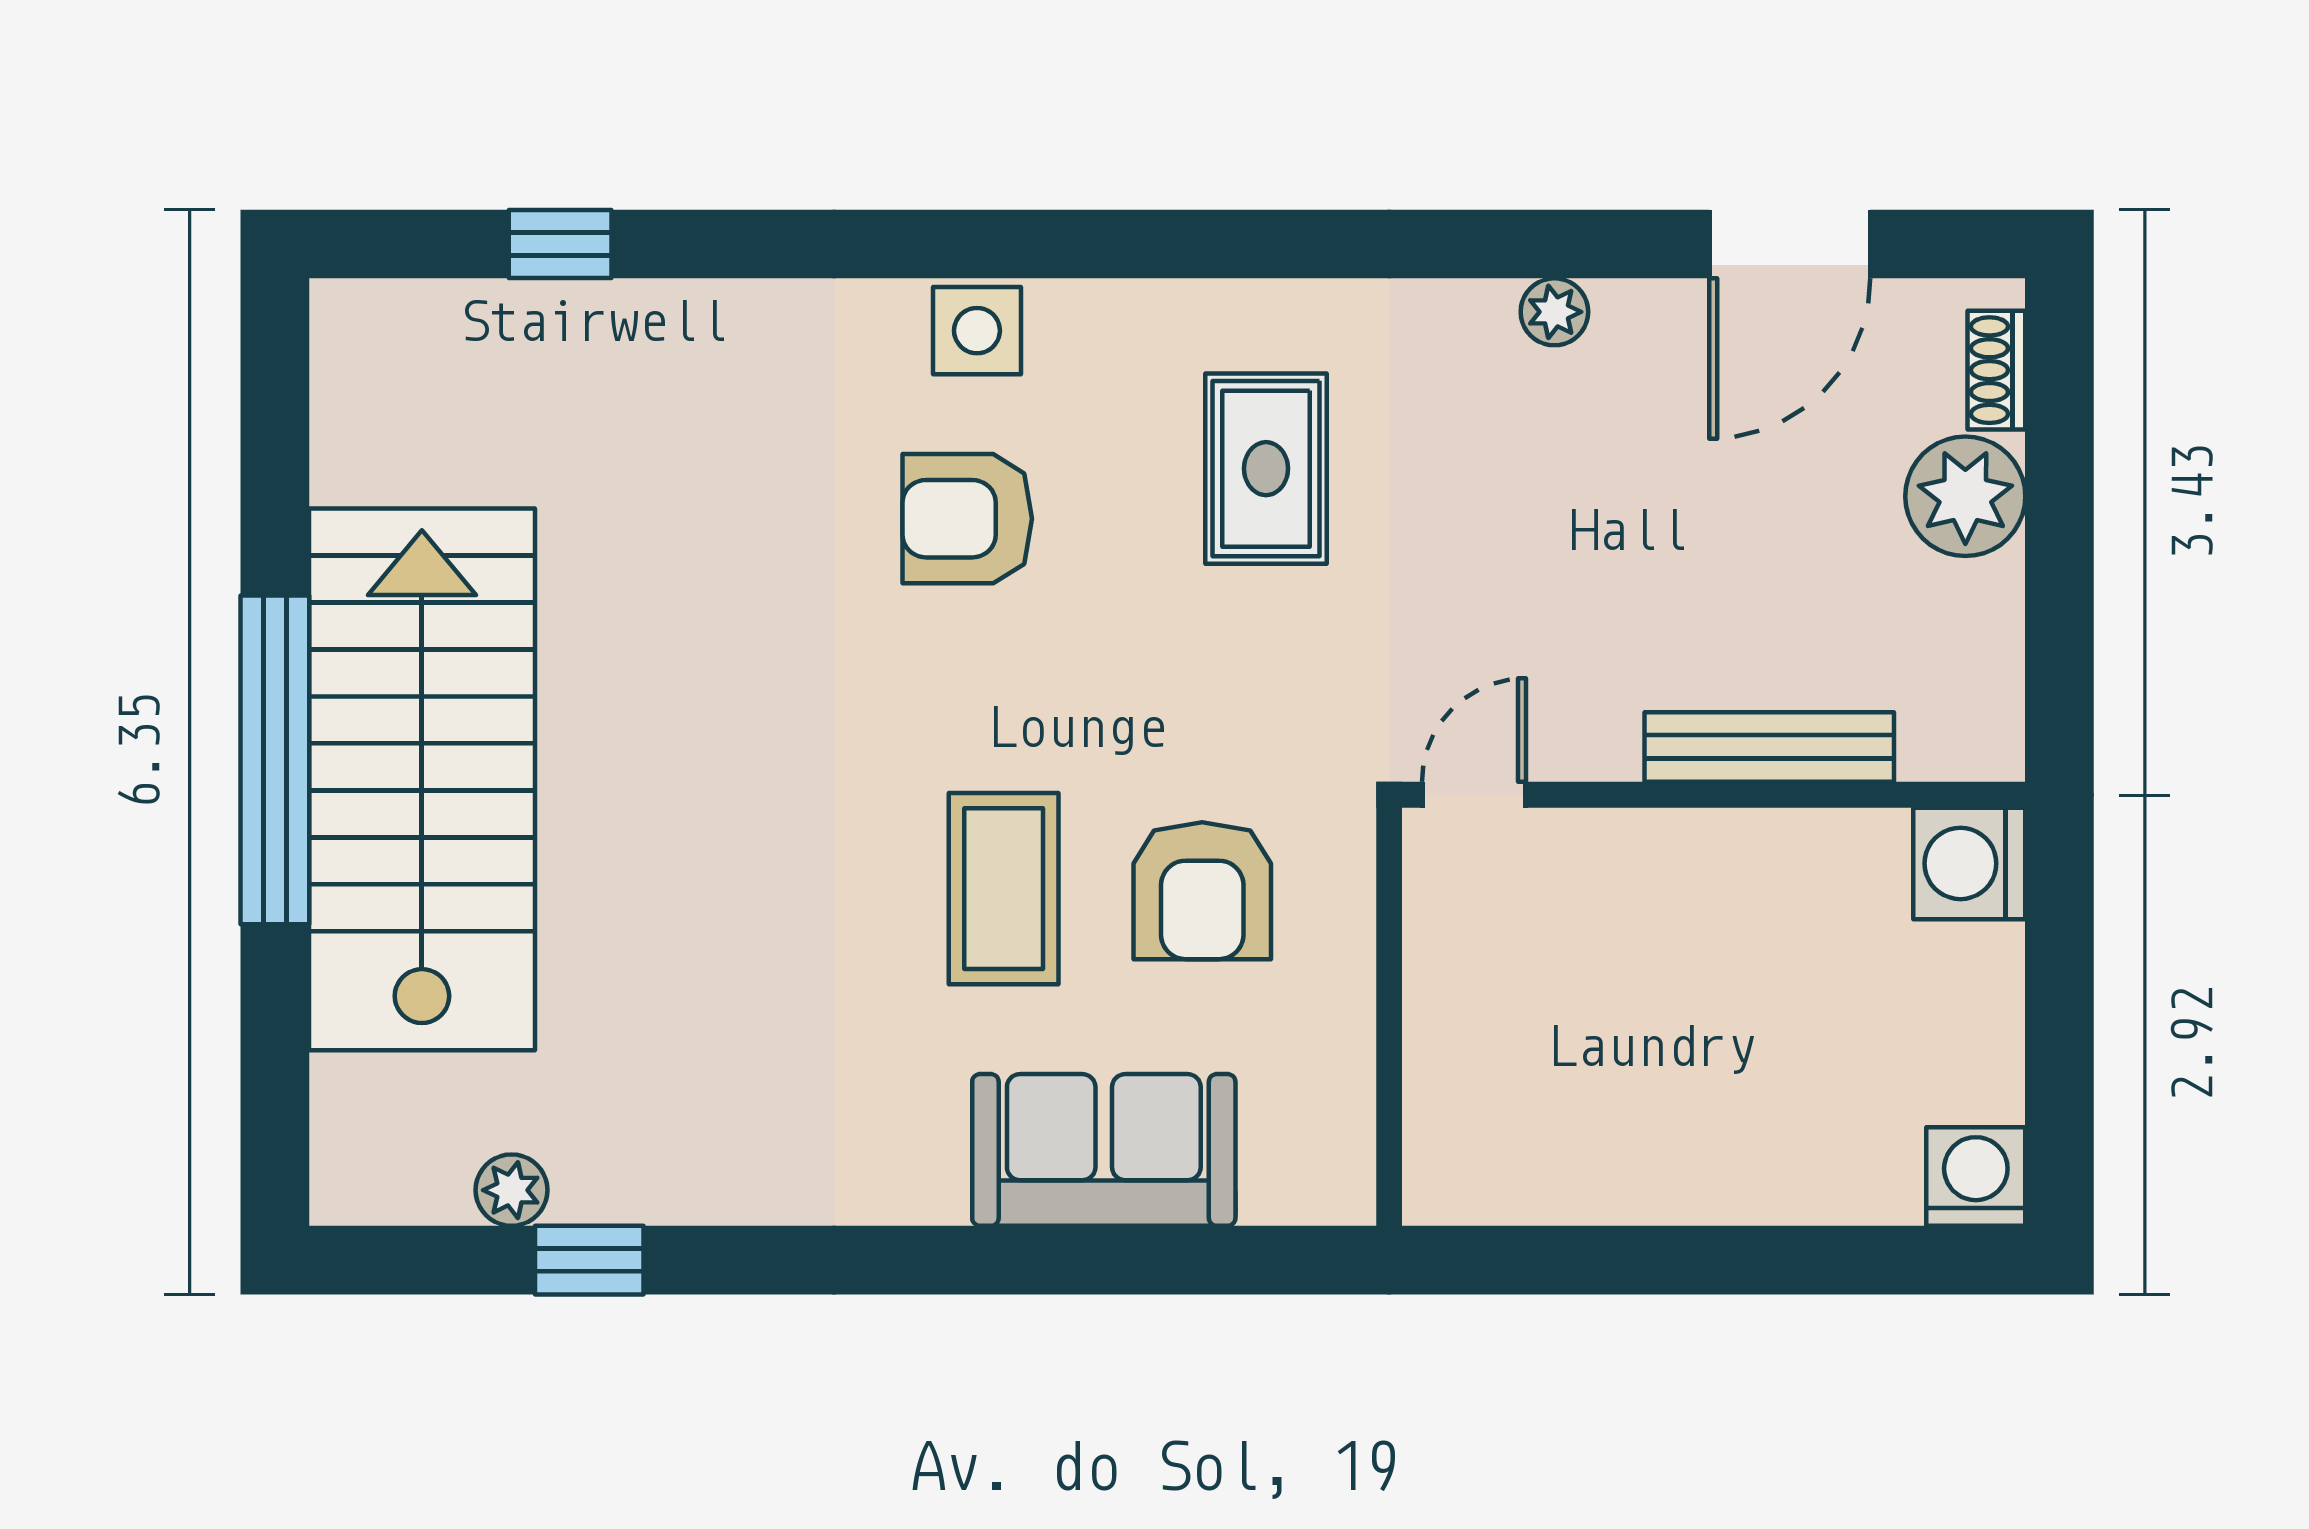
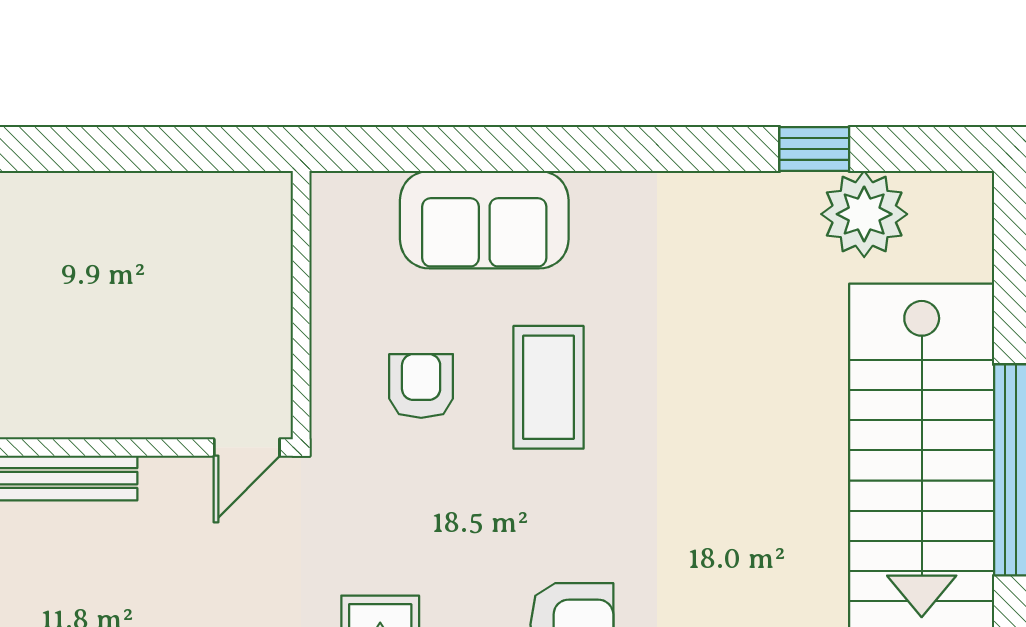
armchair: (1202, 891) -> (421, 386), width x0.72, depth x0.72
plant: (512, 1190) -> (864, 214), width x1.87, depth x1.87

